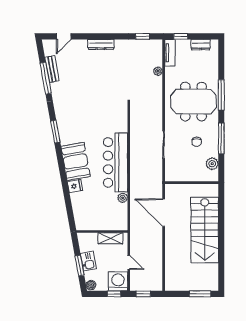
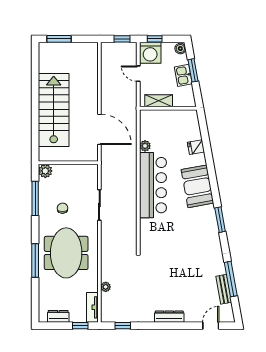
meeting table: (193, 102) -> (66, 253), turned 90
window: (221, 138) -> (35, 198), moved
plant: (212, 164) -> (45, 171), moved
fridge: (75, 186) -> (196, 147), moved

